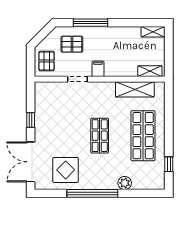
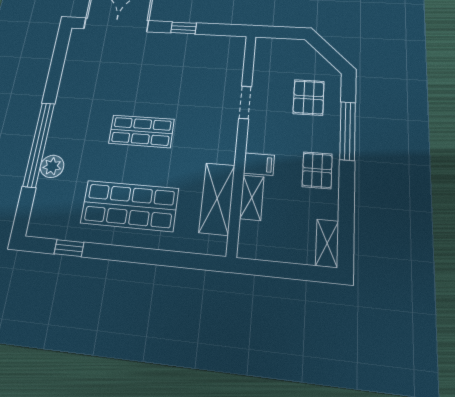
pallet: (47, 61) -> (317, 170), moved, turned 90
filing cabinet: (98, 69) -> (259, 164), moved
shelving: (150, 71) -> (252, 198), moved
display table: (66, 170) -> (93, 74), removed
window: (92, 193) -> (39, 144), moved

